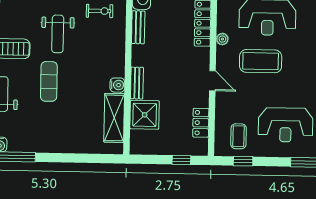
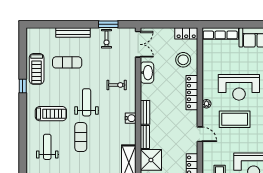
bench: (138, 27) -> (145, 112), moved
weight bench: (58, 34) -> (87, 102), turned 180
water cooler: (117, 85) -> (131, 118), moved

